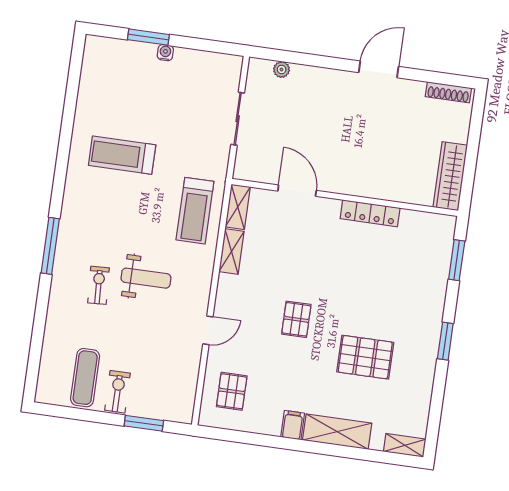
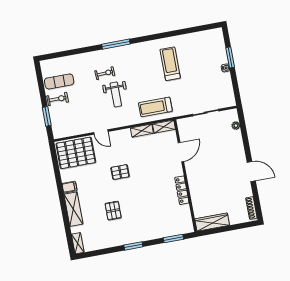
pallet: (365, 357) -> (113, 211), width x0.67, depth x0.71
pallet: (232, 391) -> (76, 153), width x2.05, depth x2.00

